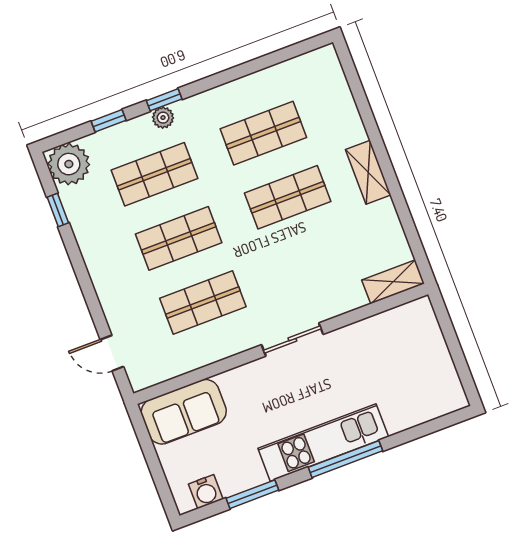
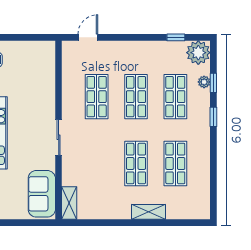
plant: (163, 118) -> (204, 82), moved
shelving: (368, 172) -> (148, 212), moved
sofa: (184, 412) -> (42, 194), moved

